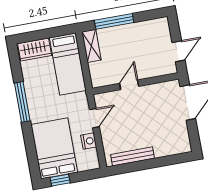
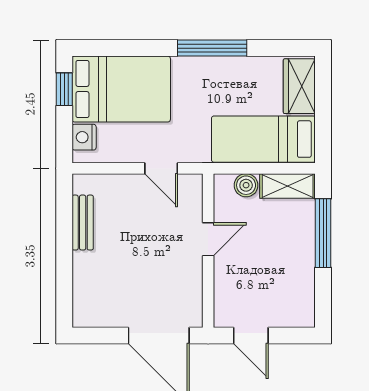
boiler: (95, 69) -> (246, 185), added
door: (129, 85) -> (208, 239), hinge flipped
nightstand: (89, 141) -> (84, 137), moved, turned 90
bench: (133, 156) -> (83, 223), width x0.73

